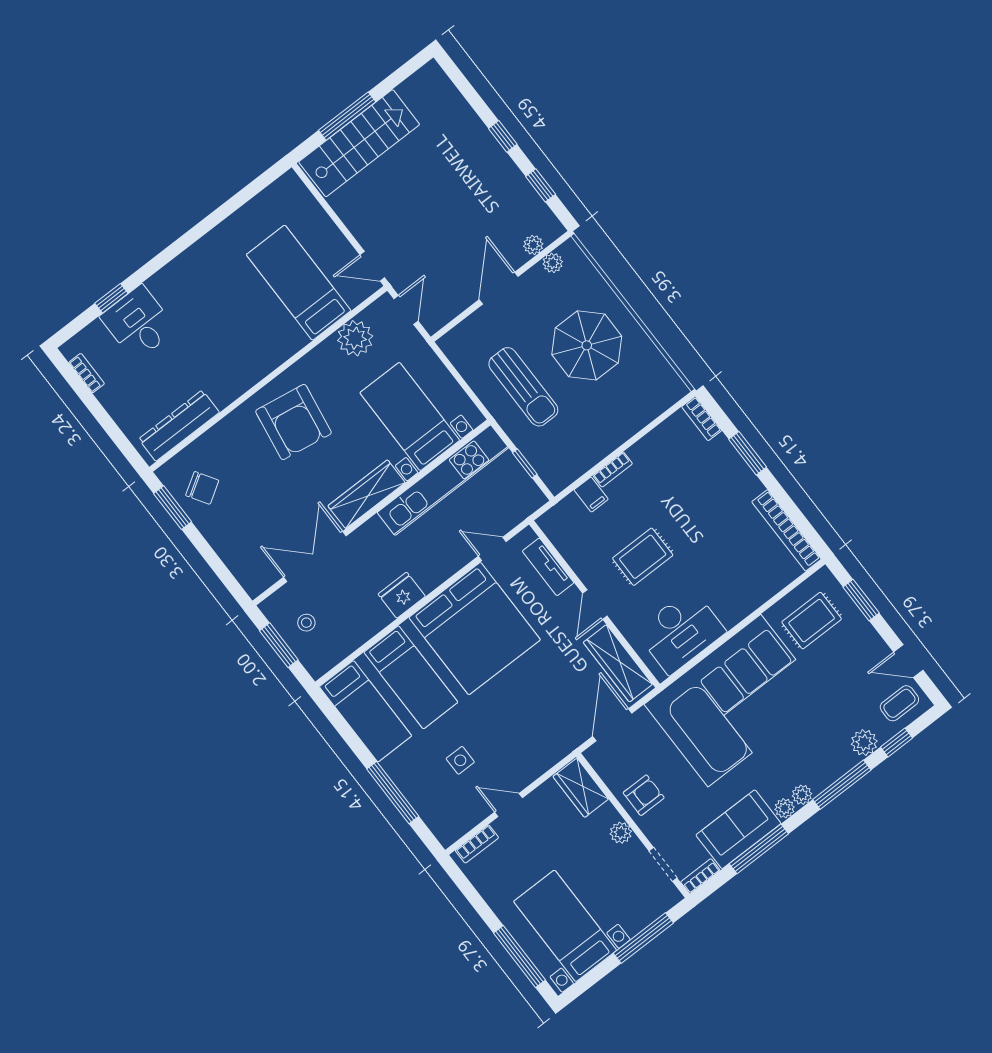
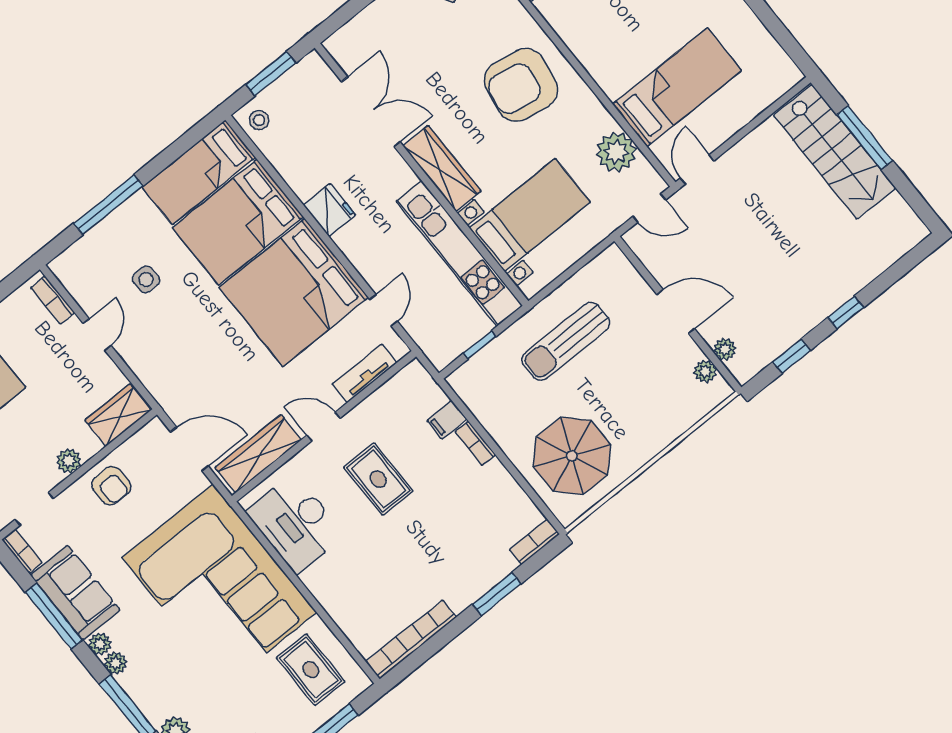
parasol: (587, 345) -> (572, 456), moved
stool: (306, 623) -> (259, 120), moved
bed: (411, 677) -> (238, 222), width x1.50

